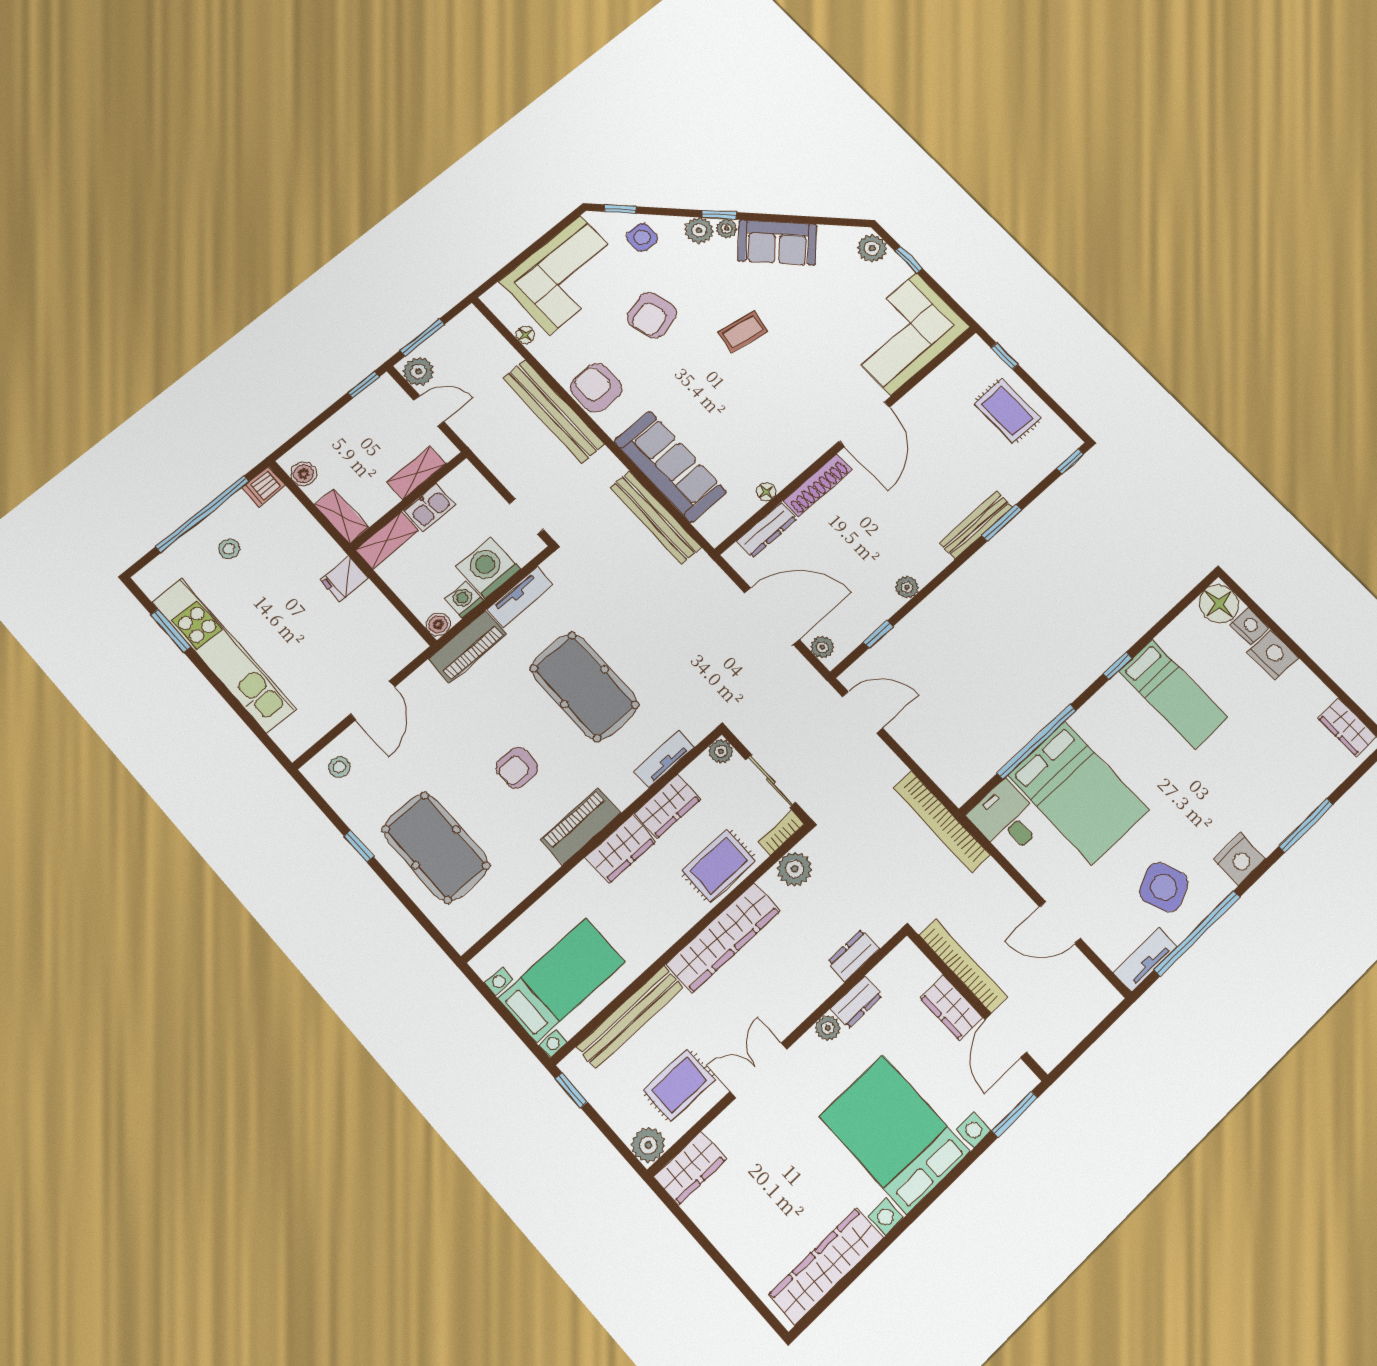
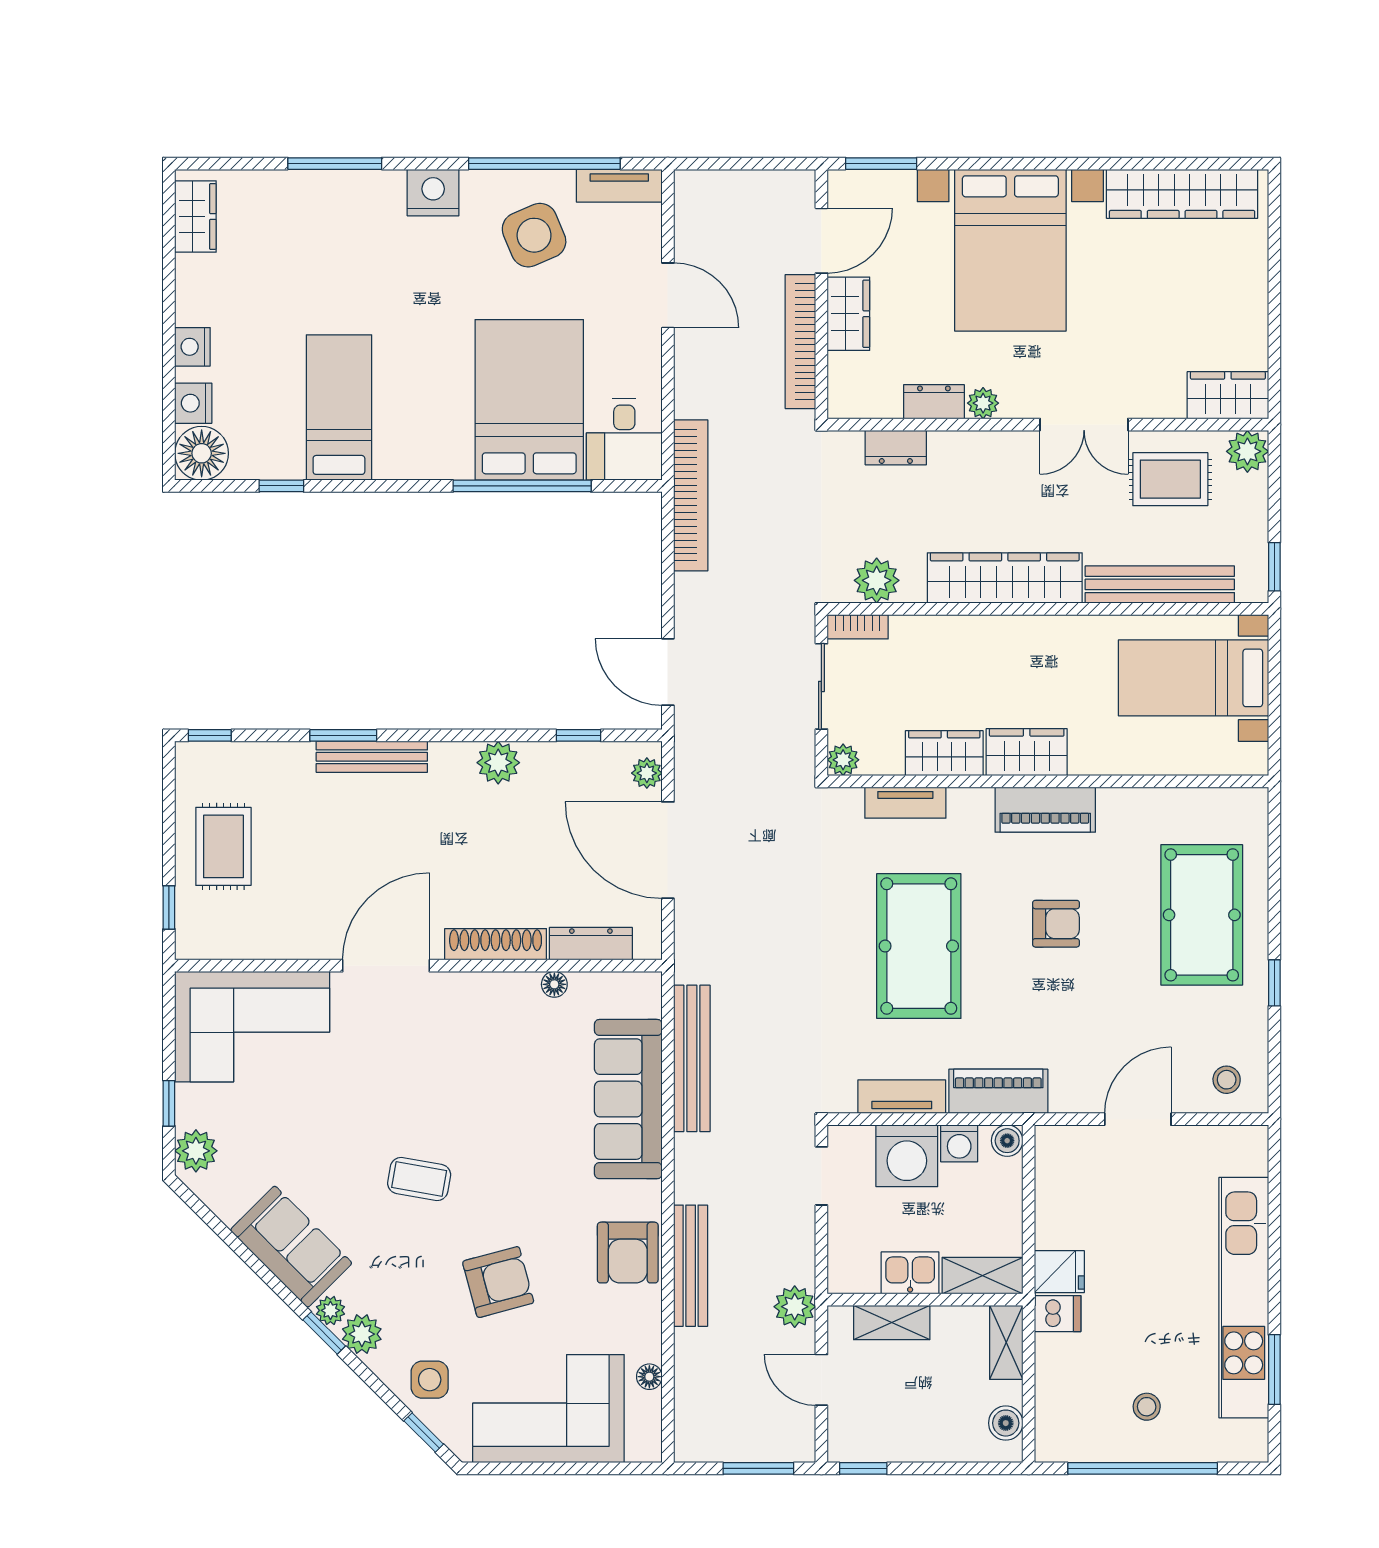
plant: (418, 371) -> (795, 1307), moved
bench: (554, 411) -> (691, 1266), width x0.73, depth x0.82
dishwasher: (263, 487) -> (1058, 1314), moved
plant: (907, 587) -> (498, 763), width x1.38, depth x1.38
nightstand: (1273, 655) -> (192, 347), width x0.74, depth x0.75
window: (1118, 666) -> (281, 486), moved
rug: (719, 866) -> (947, 650), removed

